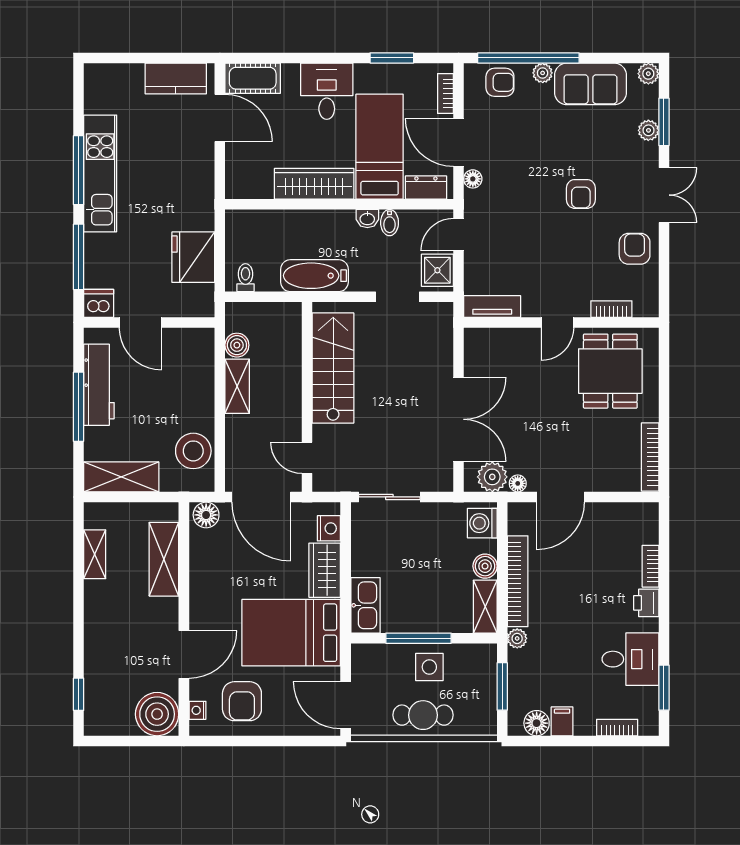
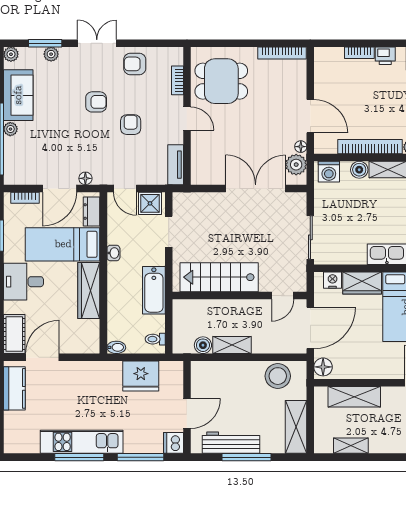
armchair: (500, 82) -> (131, 125), moved
bidet: (390, 223) -> (116, 347), moved

